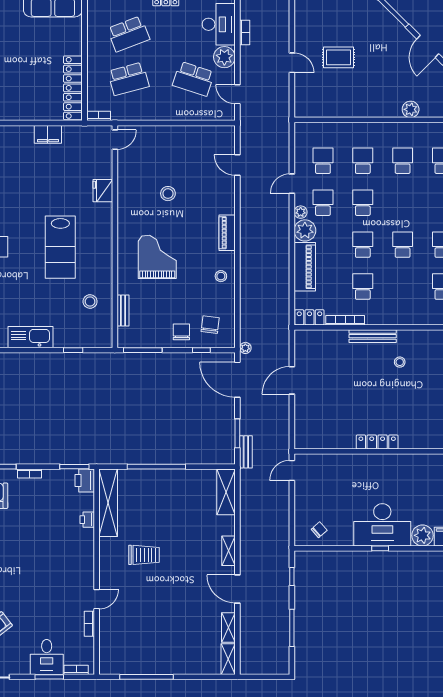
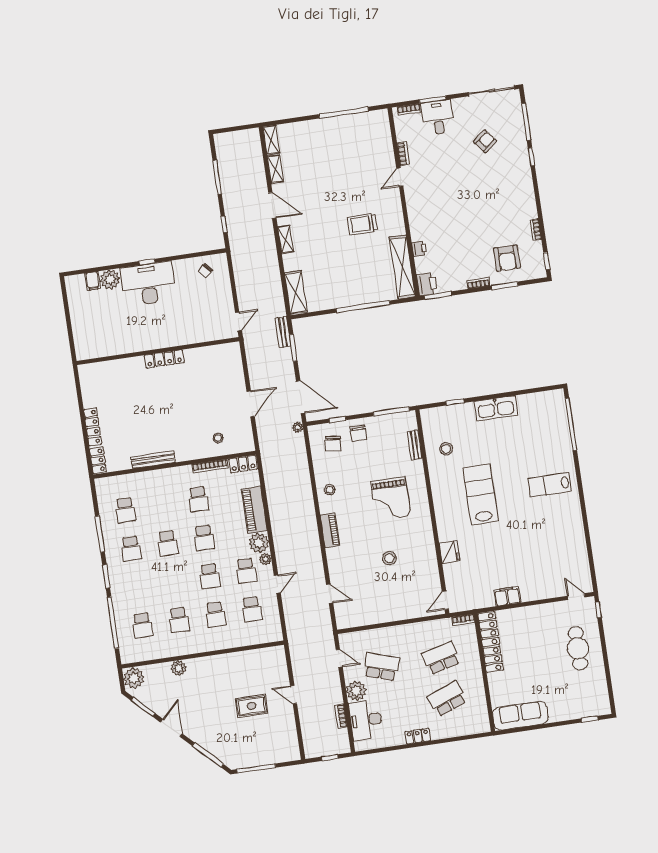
bench: (373, 336) -> (153, 460), moved
stool: (400, 362) -> (218, 438), moved

